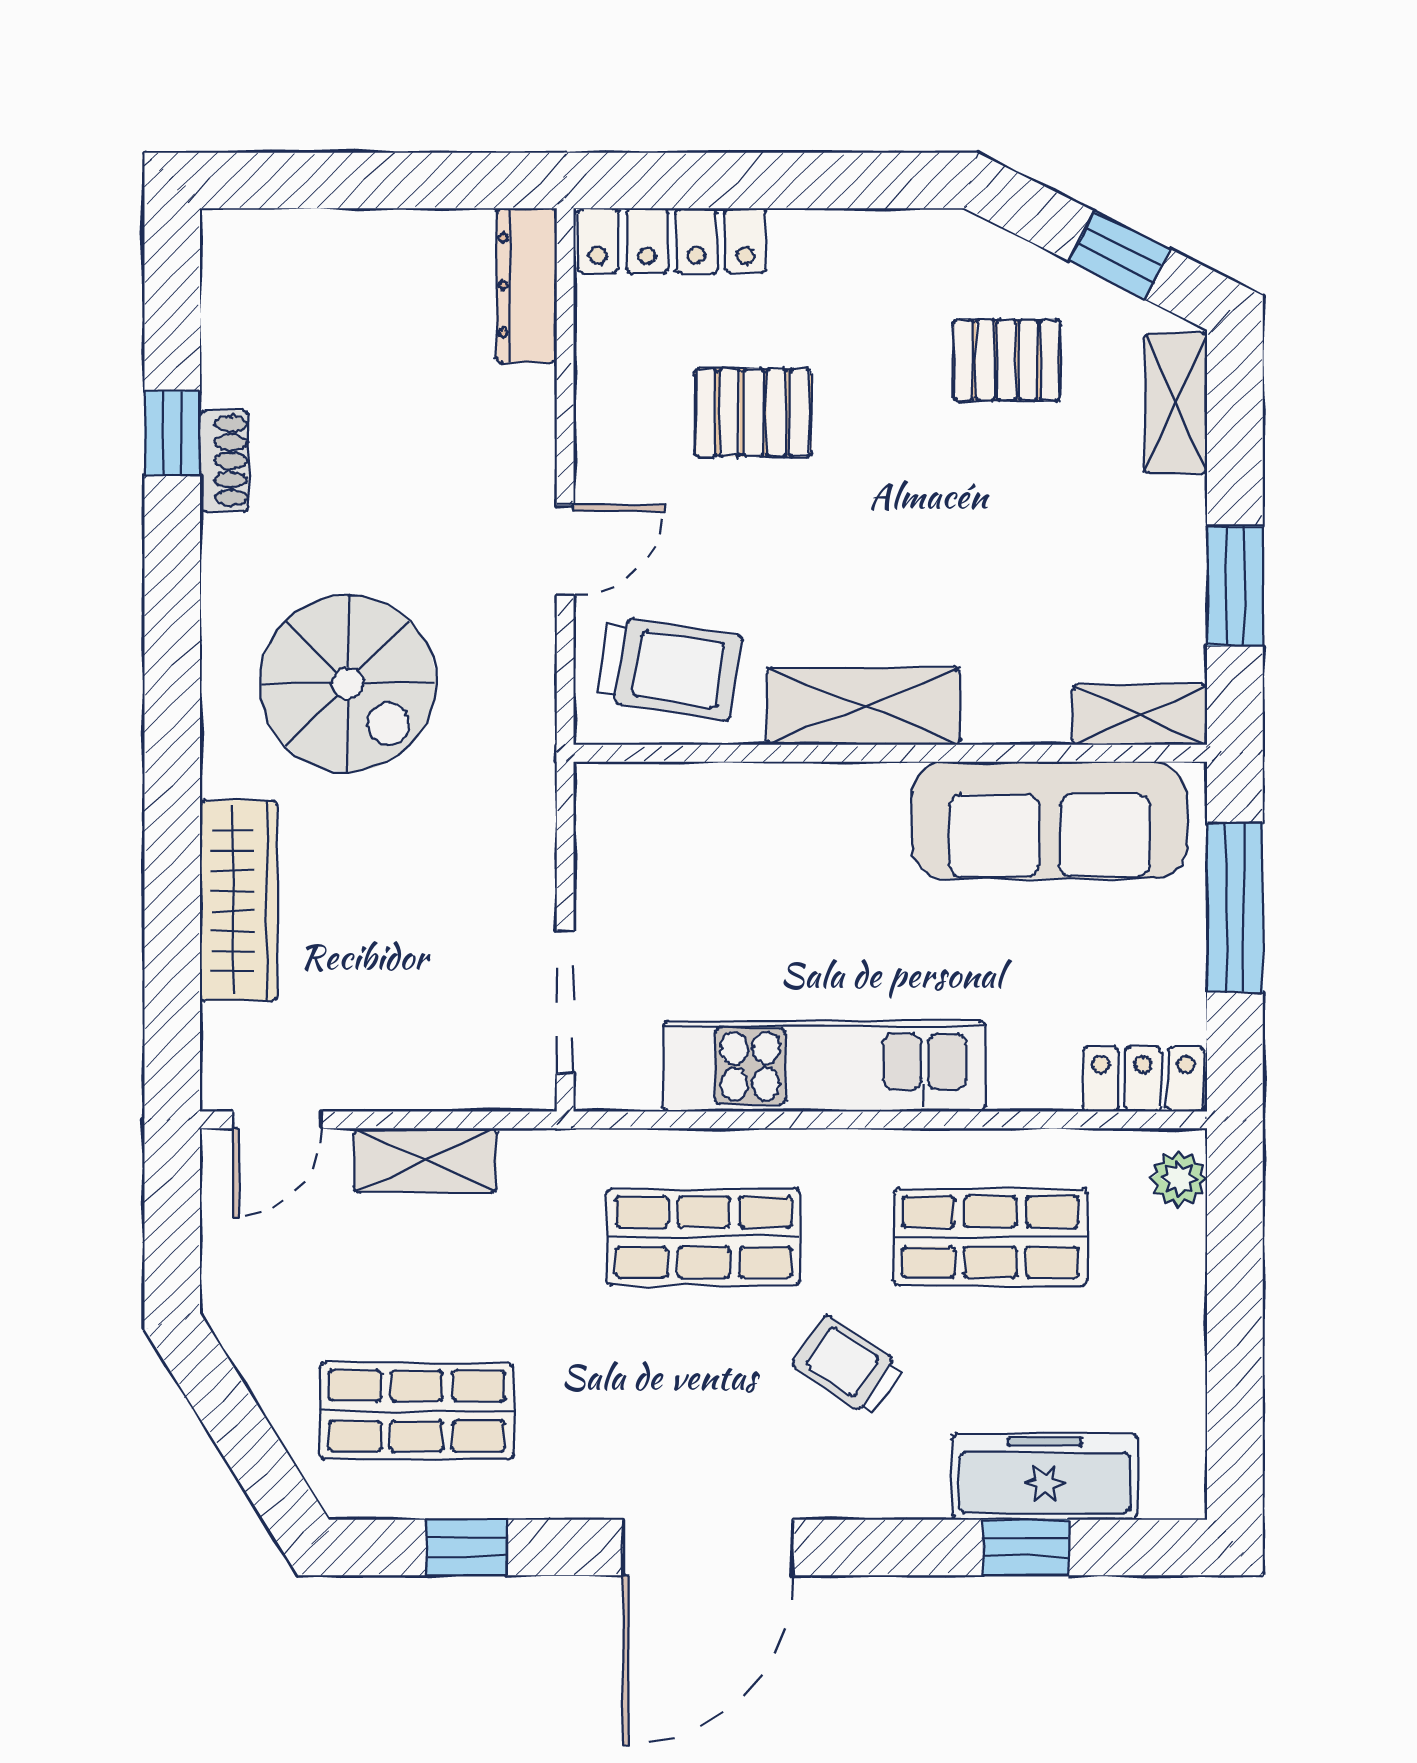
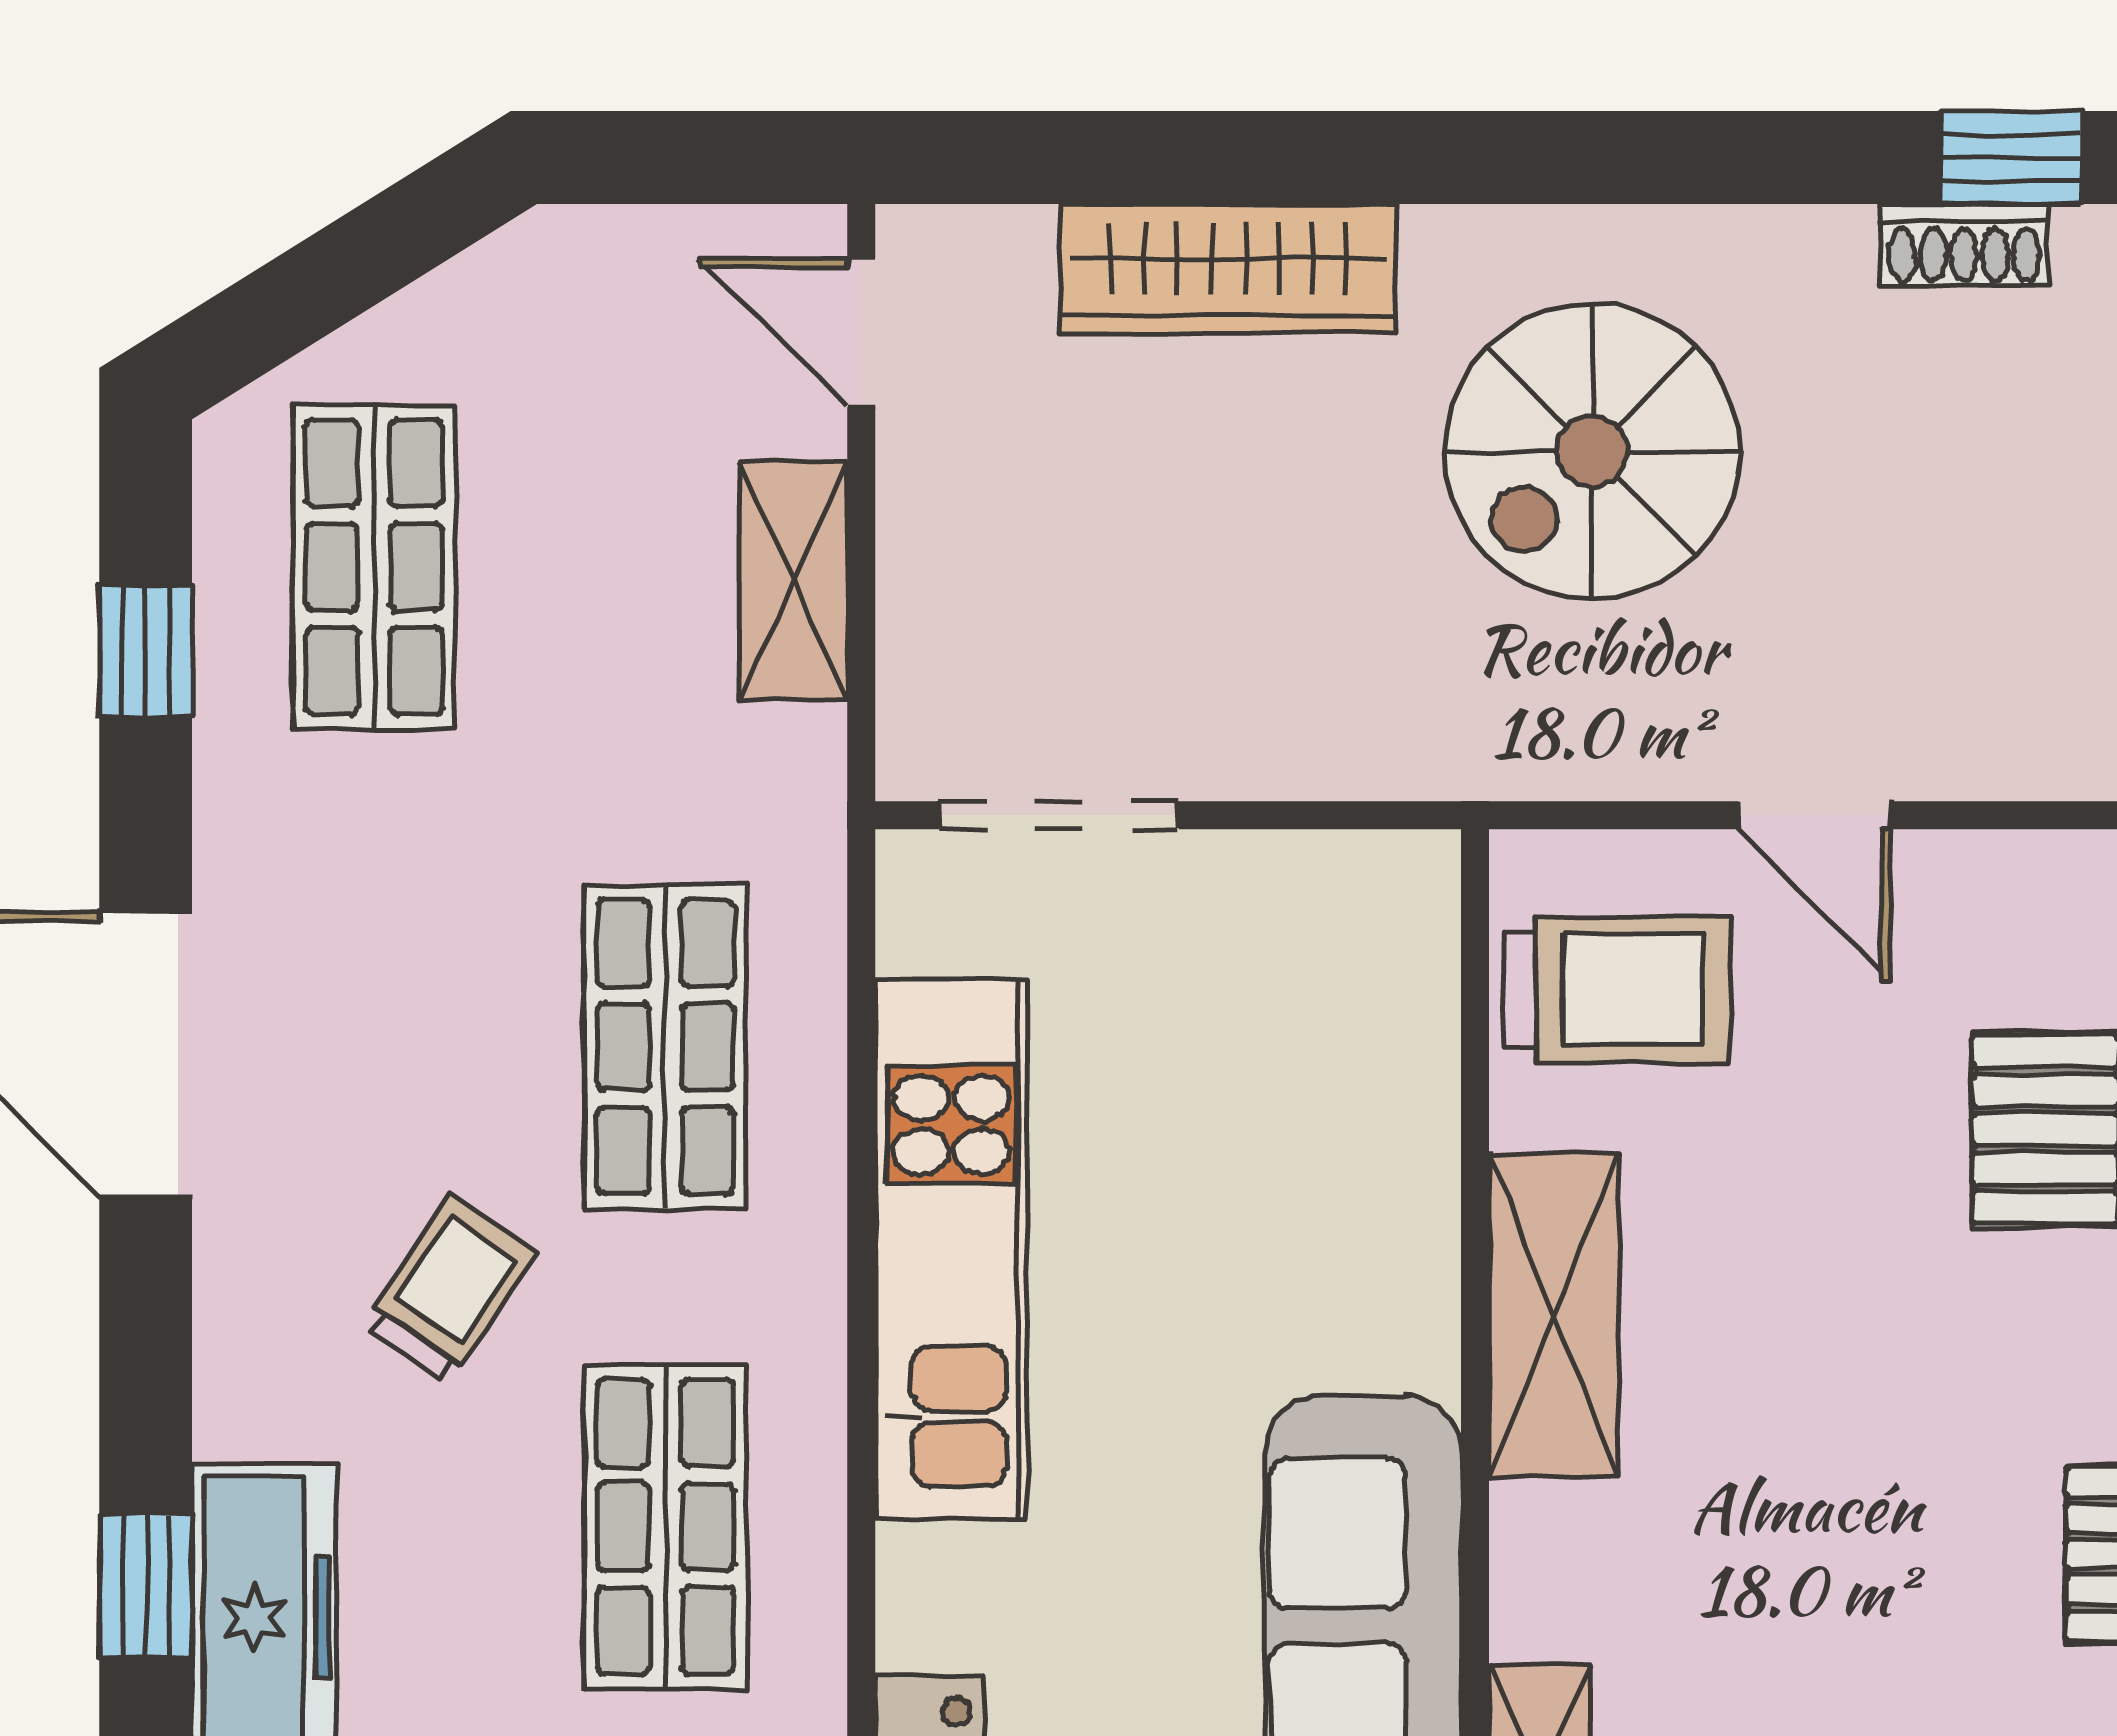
trolley: (669, 668) -> (1617, 990), turned -99

